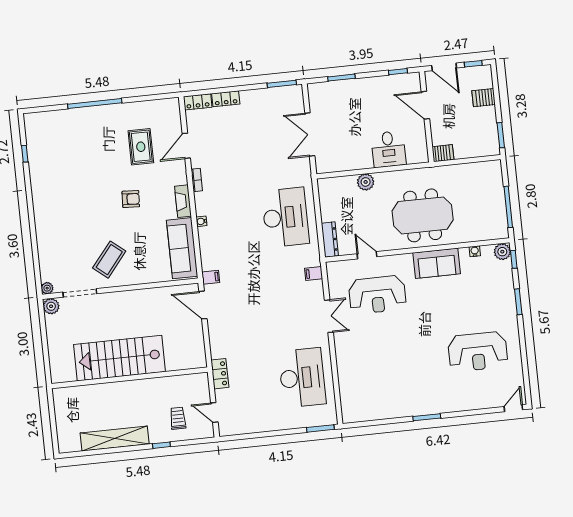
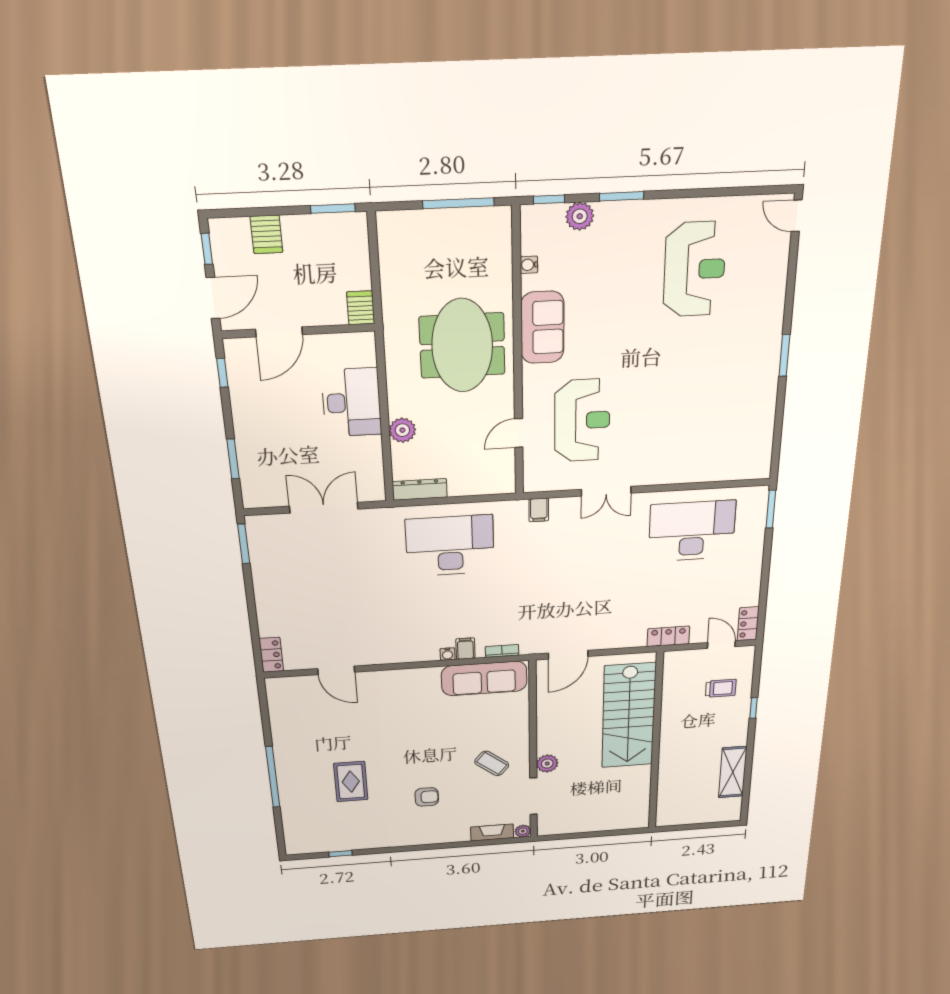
locker: (226, 99) -> (748, 624), moved, turned 180
double door: (310, 134) -> (324, 508), swing flipped
rug: (141, 147) -> (351, 782), moved, turned 90
desk: (388, 149) -> (352, 403), width x1.37
bookcase: (197, 180) -> (502, 651), moved
armchair: (131, 199) -> (427, 797), moved, turned 87
fireplace: (183, 201) -> (492, 833), moved, turned 180
dresser: (330, 240) -> (420, 489), moved
plant: (502, 252) -> (580, 216), moved
coffee table: (109, 260) -> (492, 763), width x0.73, depth x0.77
filing cabinet: (211, 277) -> (465, 649), moved
plant: (51, 306) -> (547, 764), moved
double door: (329, 316) -> (606, 491), swing flipped
stairs: (119, 358) -> (629, 716), moved
door: (214, 413) -> (721, 645), swing flipped
trolley: (178, 418) -> (721, 688), turned 180
shelving: (115, 439) -> (733, 772), width x0.68

